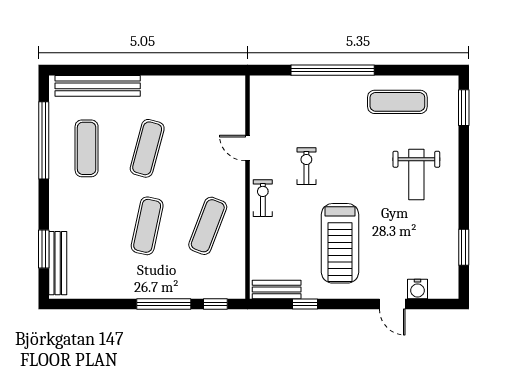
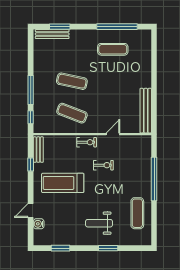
bench: (98, 86) -> (146, 111), moved
window: (464, 108) -> (108, 248), moved
exercise mat: (147, 148) -> (113, 81), removed

